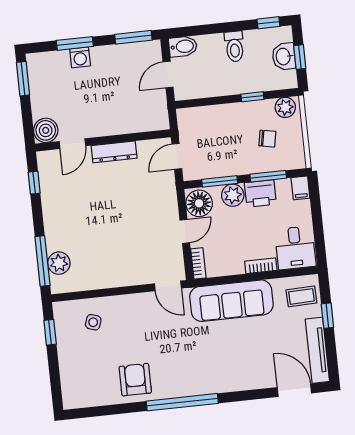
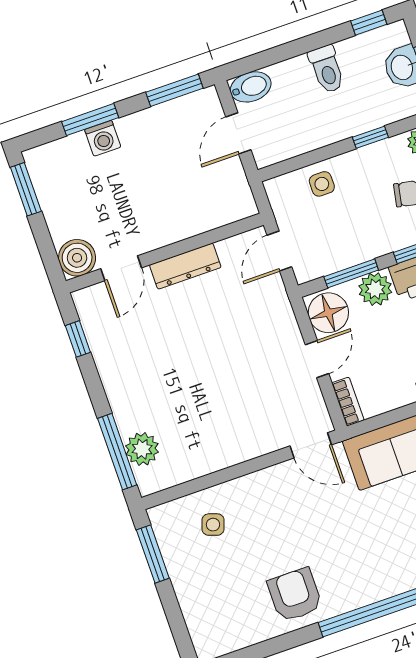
side table: (214, 119) -> (322, 184), added
window: (50, 332) -> (153, 554), width x1.50

